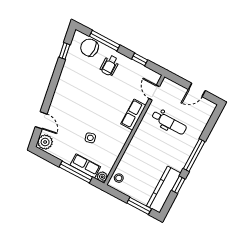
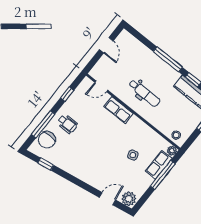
dental chair: (169, 122) -> (144, 93), moved, turned 90

